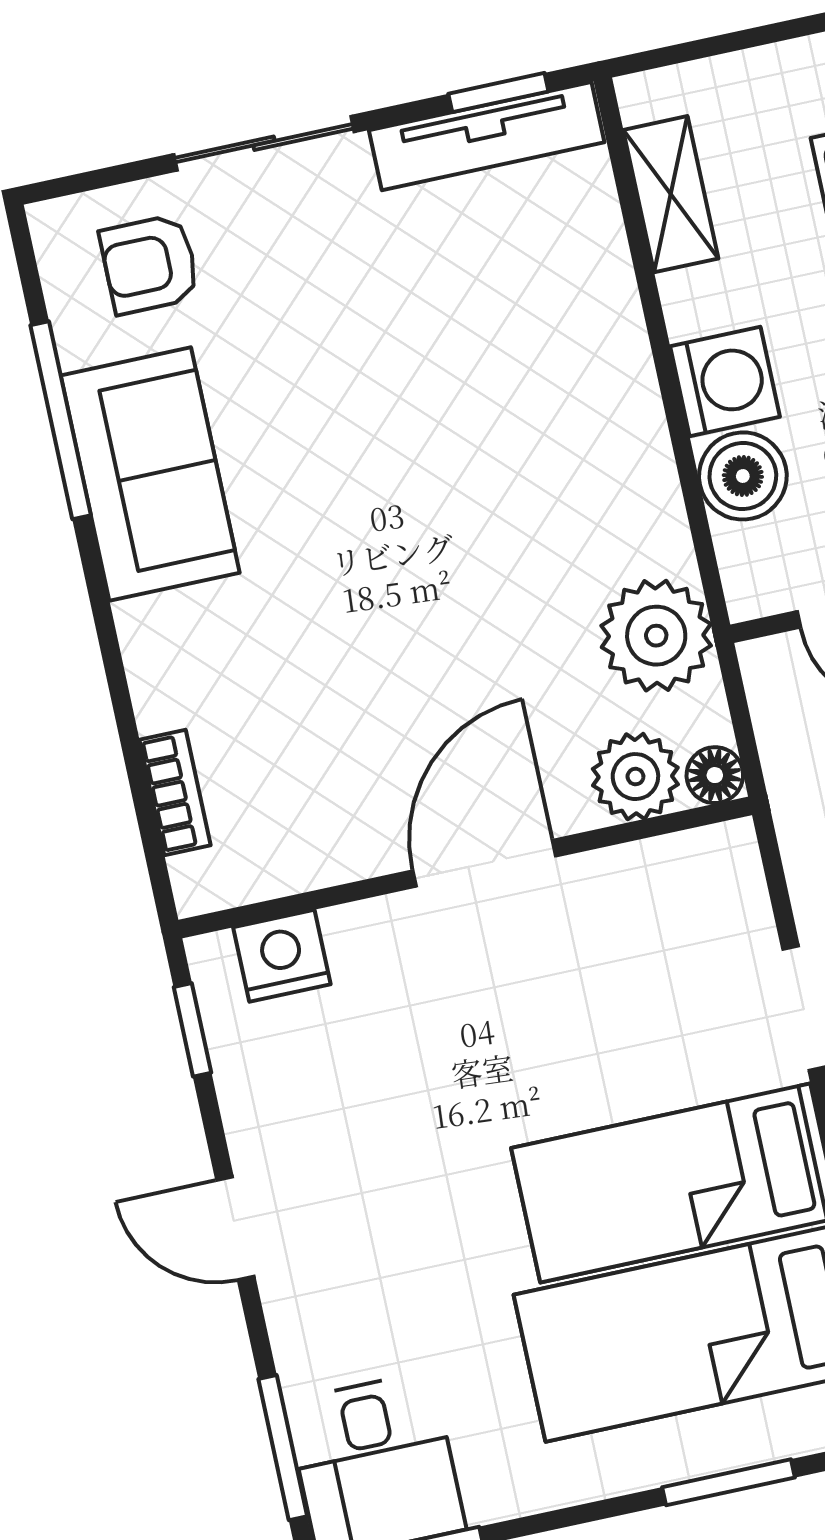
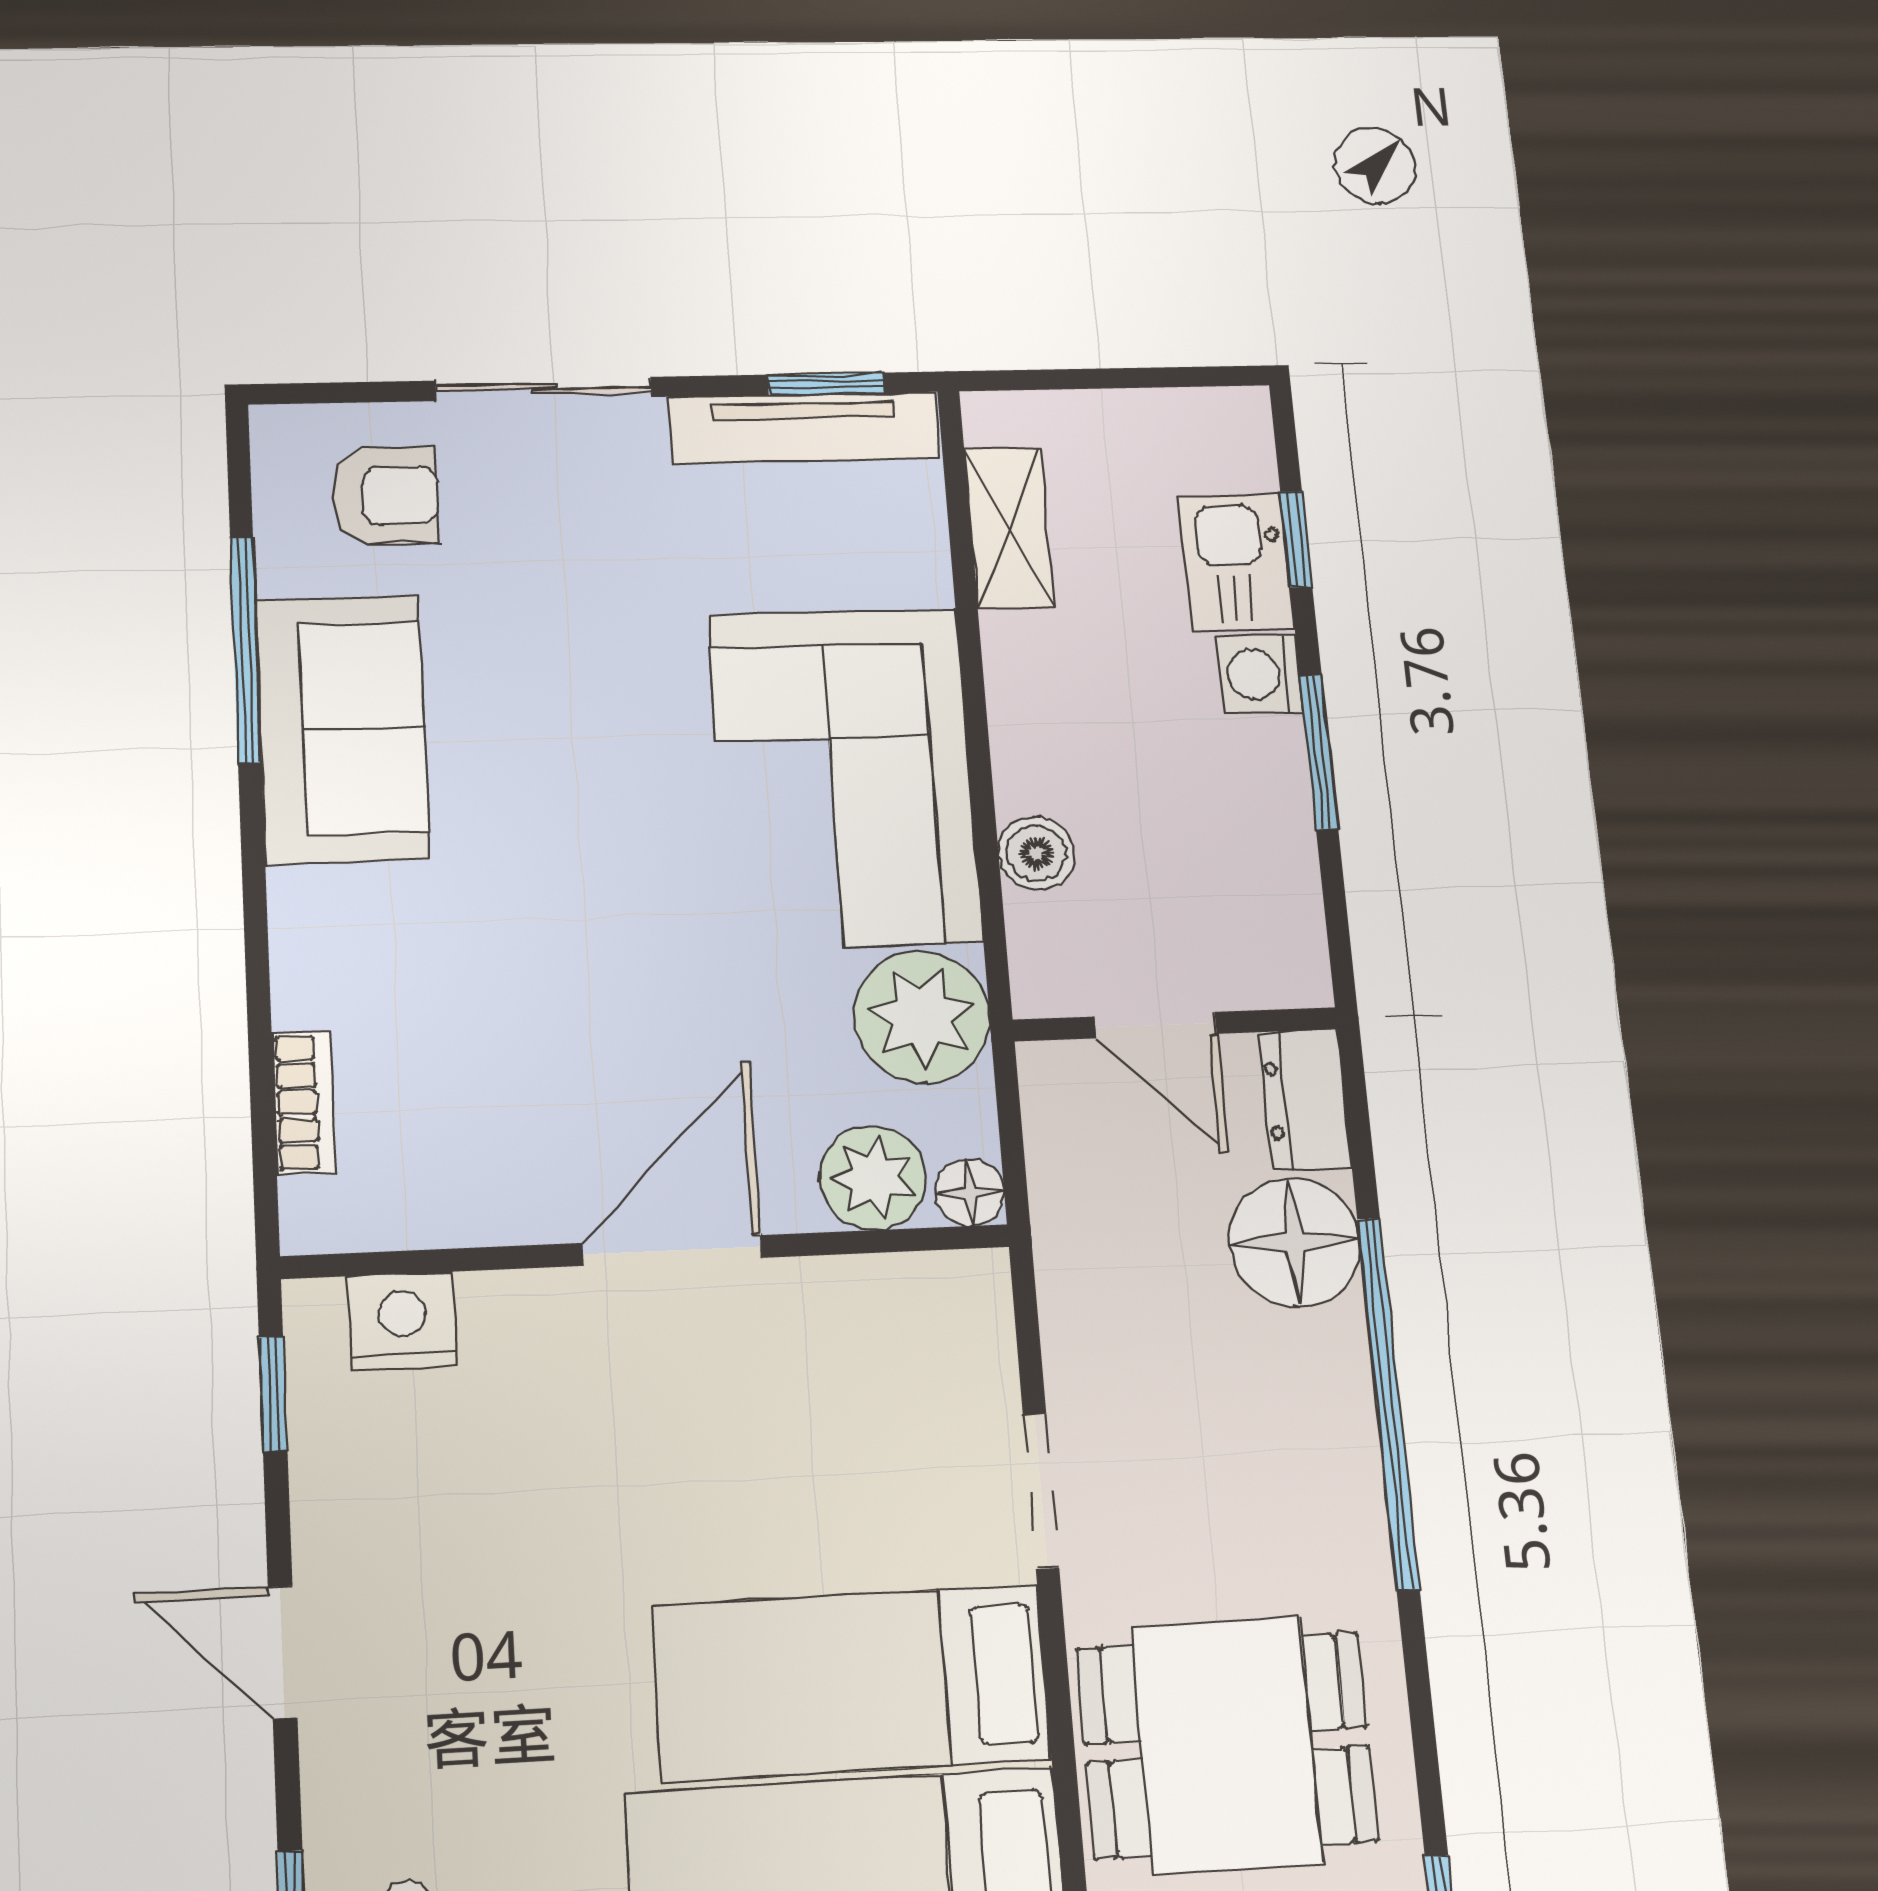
armchair: (150, 264) -> (385, 496), turned 180
washing machine: (725, 382) -> (1044, 744), removed
corner sofa: (564, 442) -> (844, 778), added
boiler: (743, 476) -> (1037, 853), width x0.73, depth x0.73

